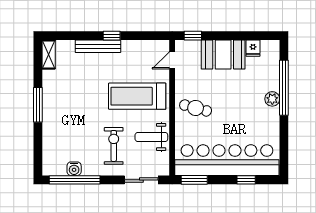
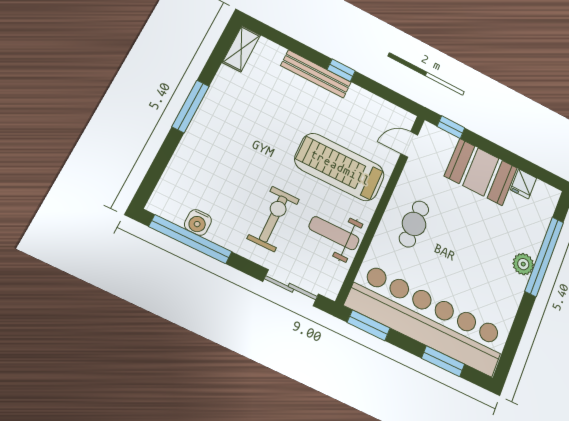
cafe table: (196, 108) -> (414, 224), turned 75
window: (246, 180) -> (443, 361), width x1.50

